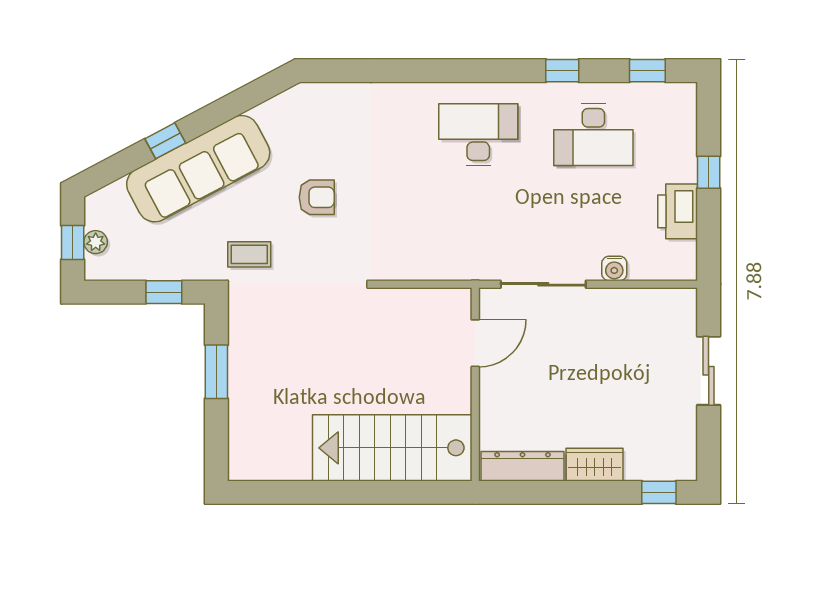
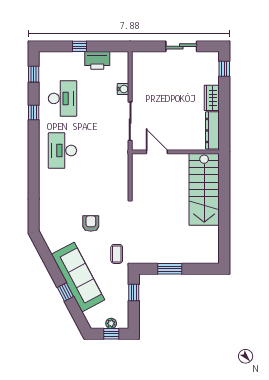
sliding door: (709, 371) -> (181, 46), moved

